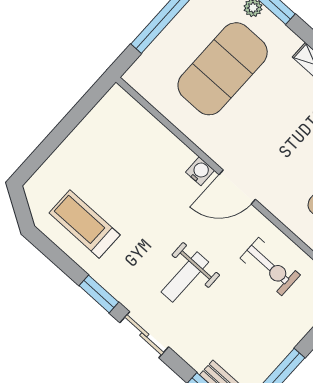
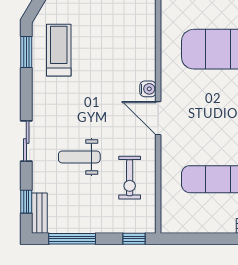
weight bench: (185, 277) -> (79, 157), moved
window: (99, 294) -> (26, 52), moved

